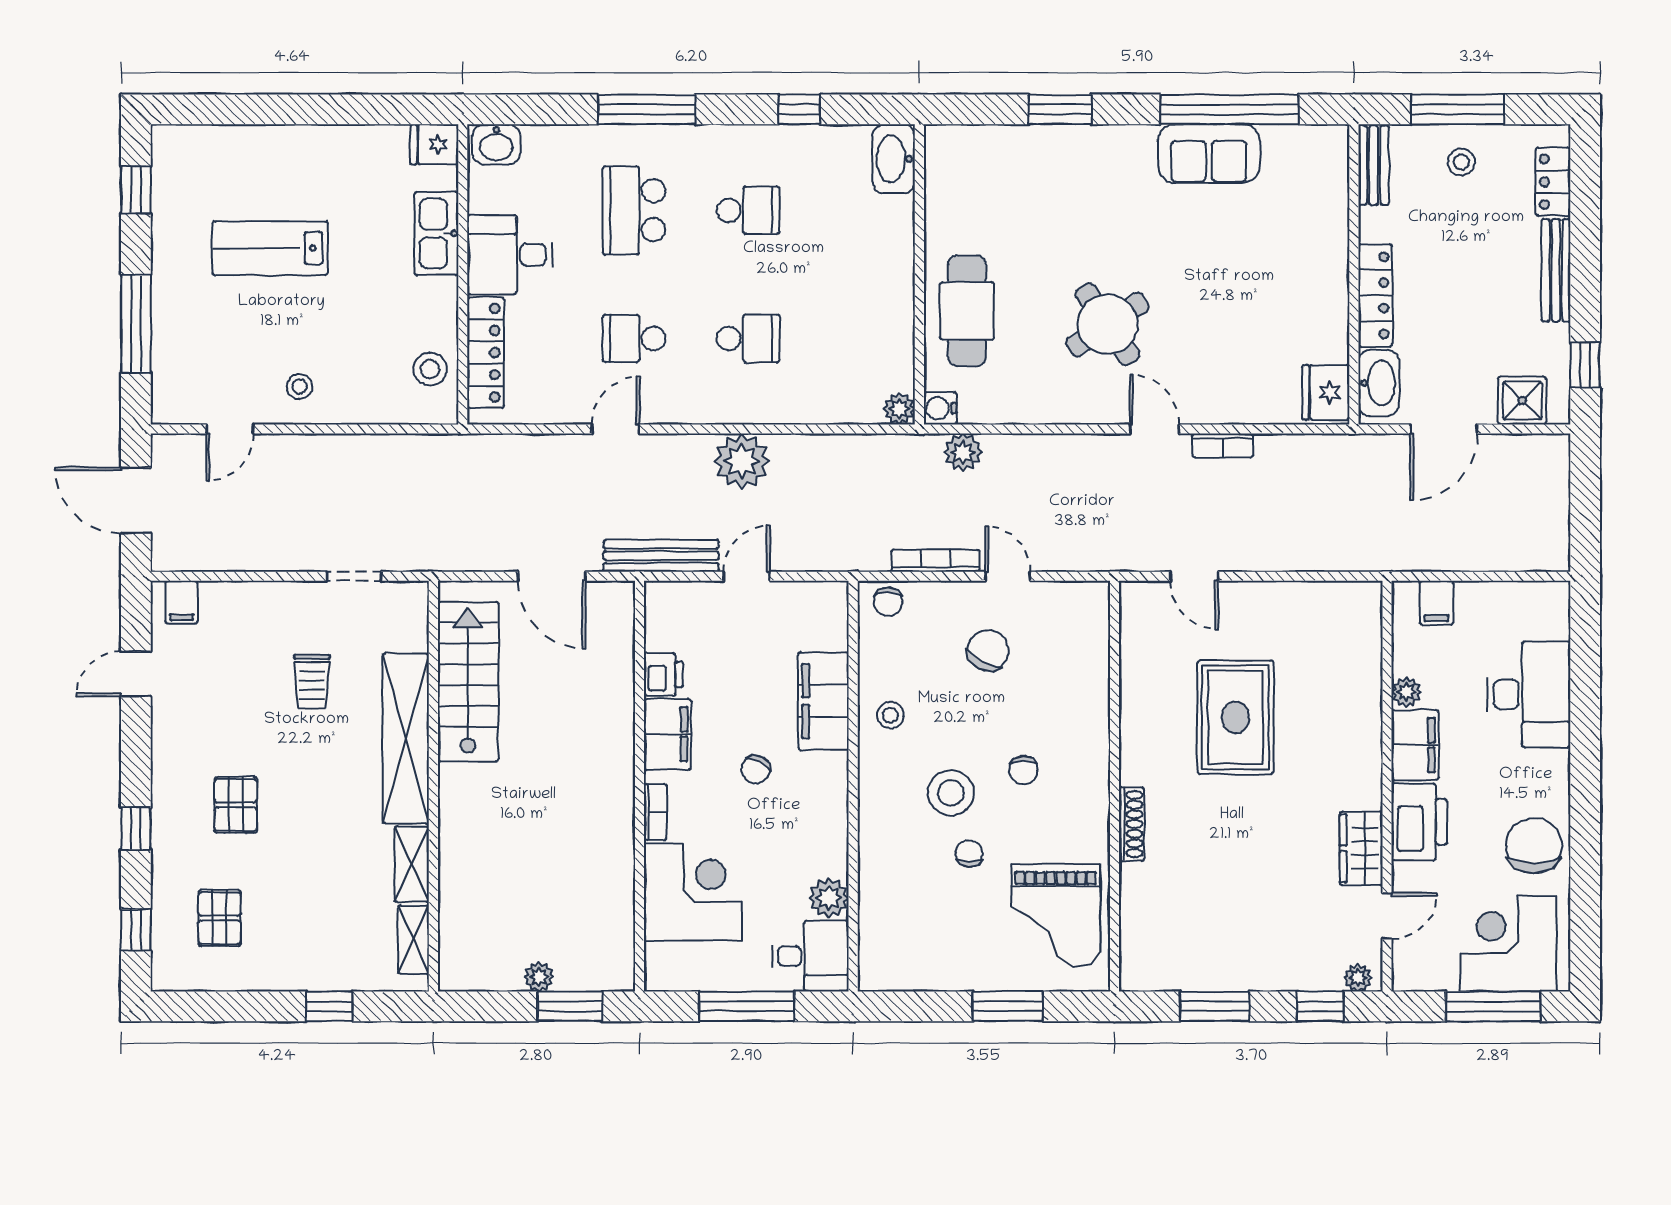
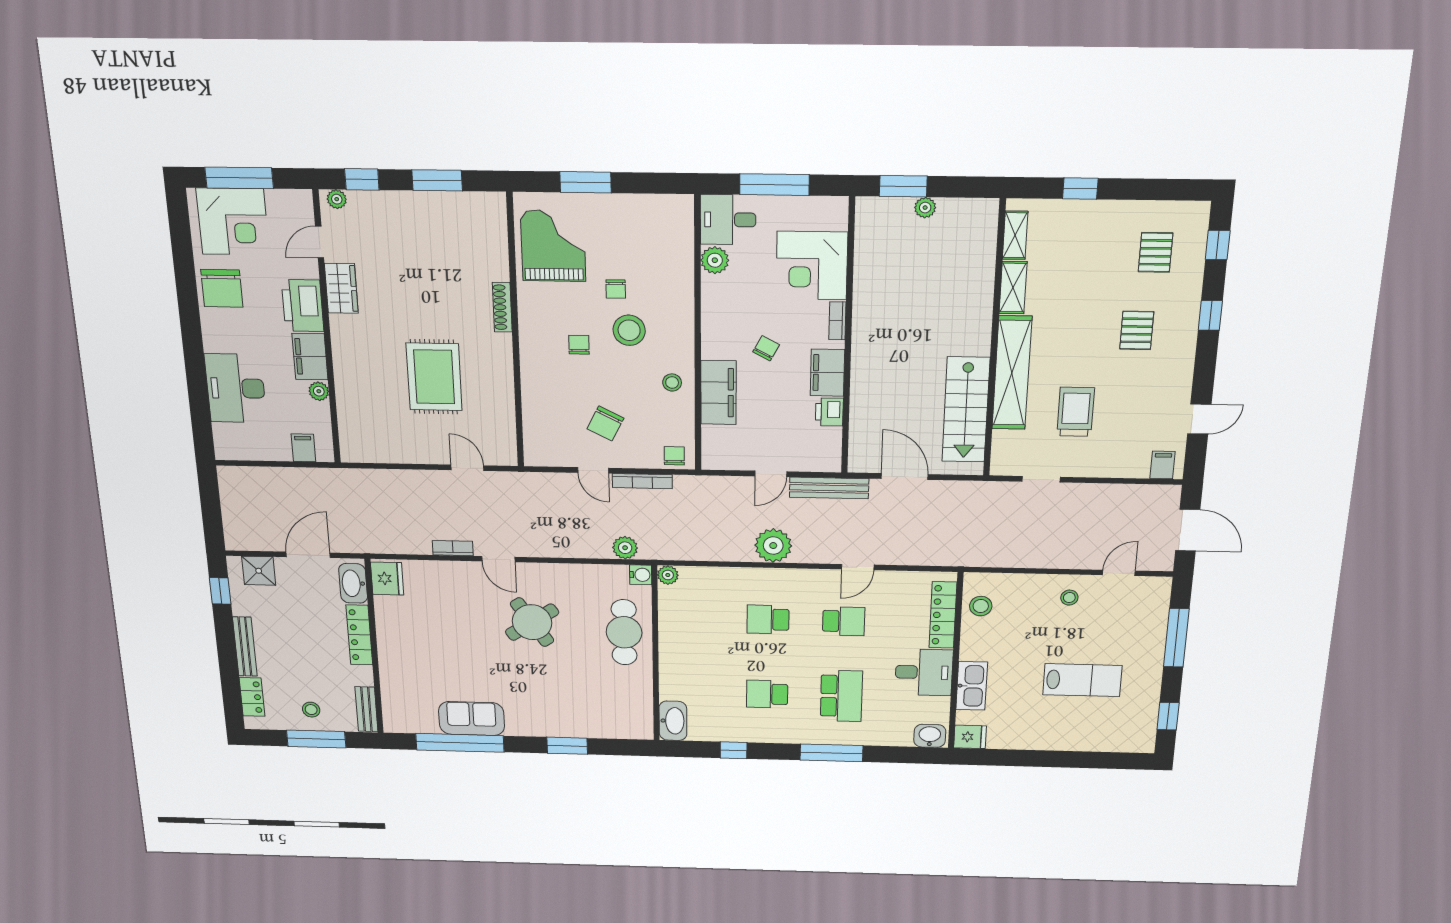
trolley: (312, 681) -> (1076, 412), width x1.36, depth x1.39

